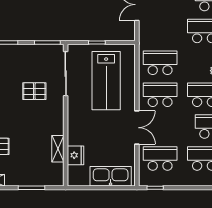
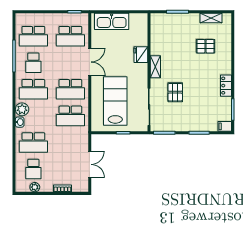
pallet: (34, 91) -> (175, 92), turned 90
double door: (137, 128) -> (90, 62), swing flipped
shelving: (58, 149) -> (155, 67), moved
fridge: (76, 155) -> (141, 55), moved

